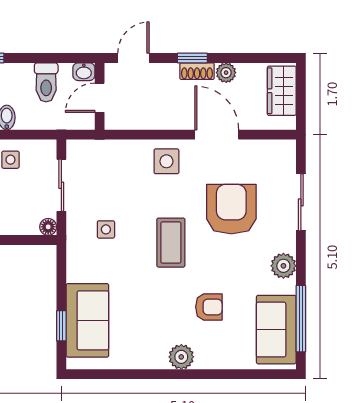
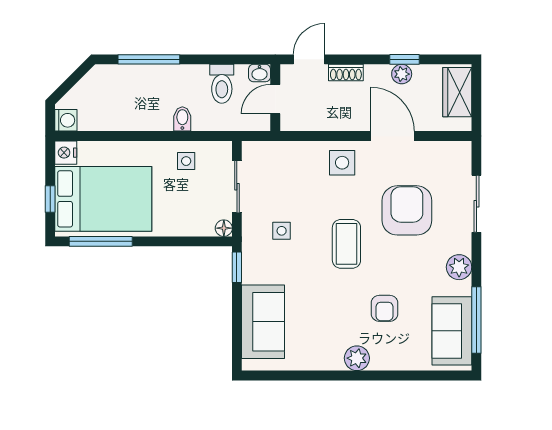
window: (192, 58) -> (405, 59), moved
shoe rack: (197, 71) -> (346, 73), moved
armchair: (209, 307) -> (384, 308), turned 90
window: (61, 326) -> (237, 267), moved

